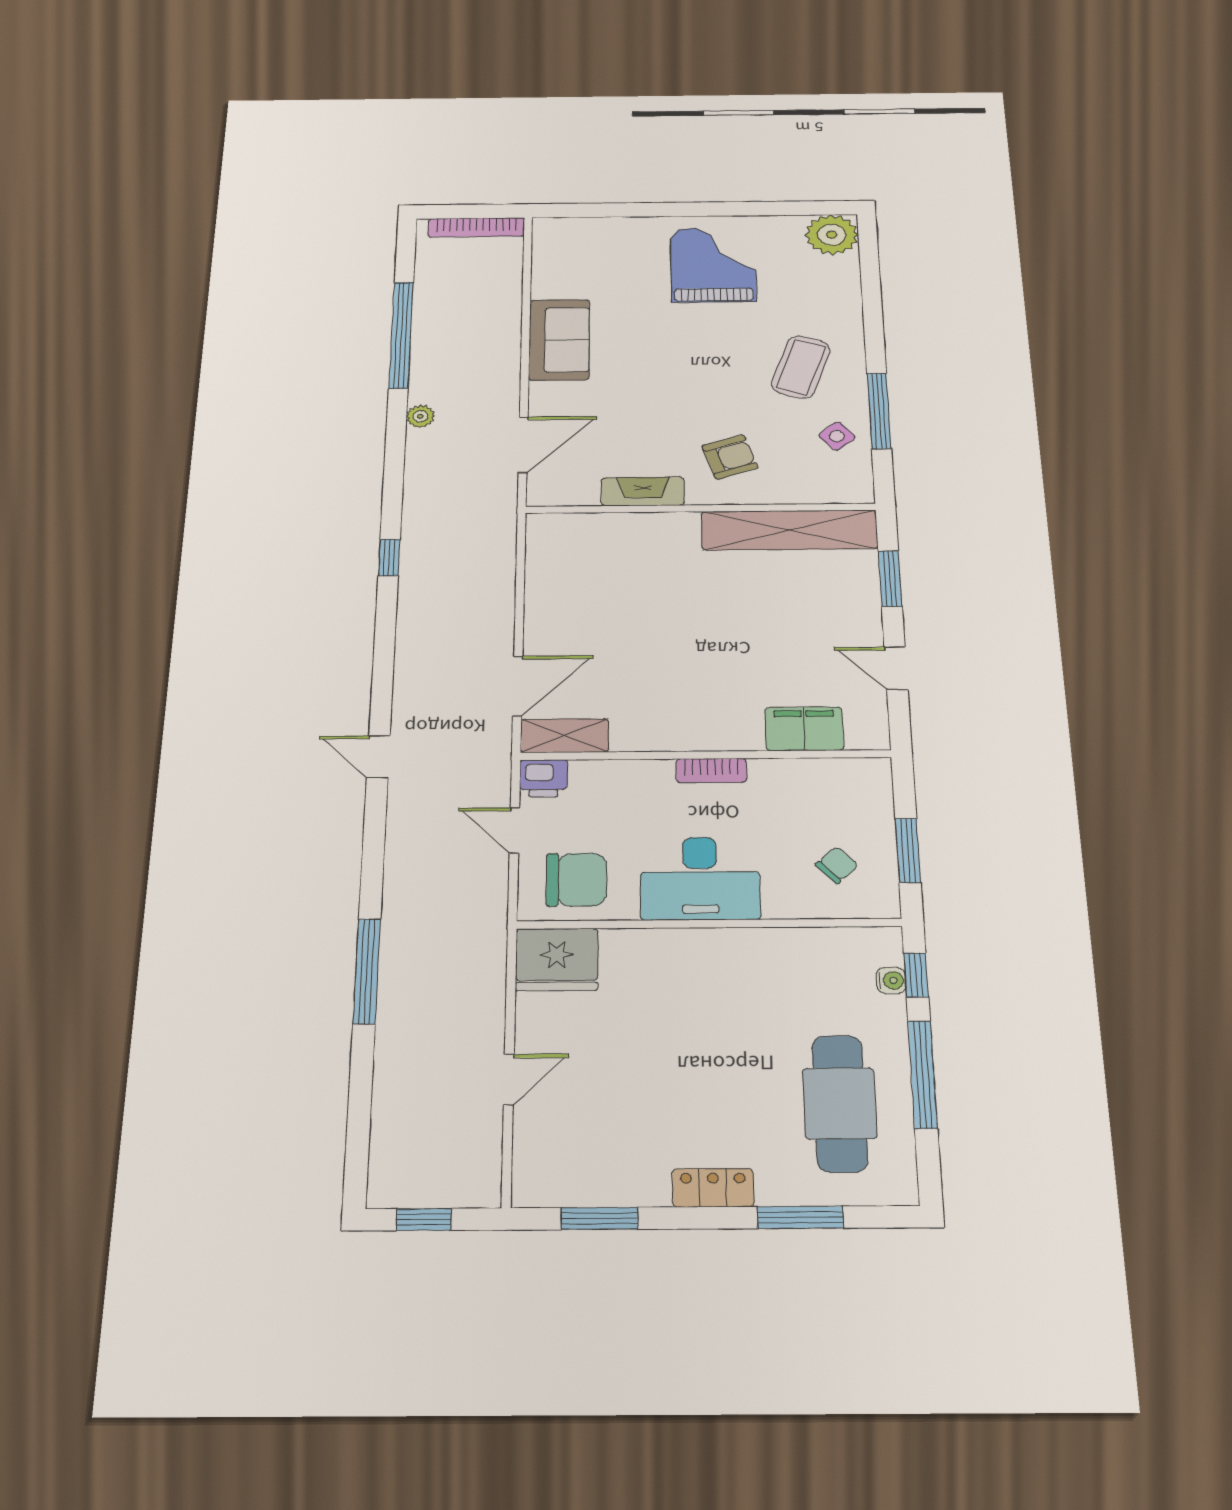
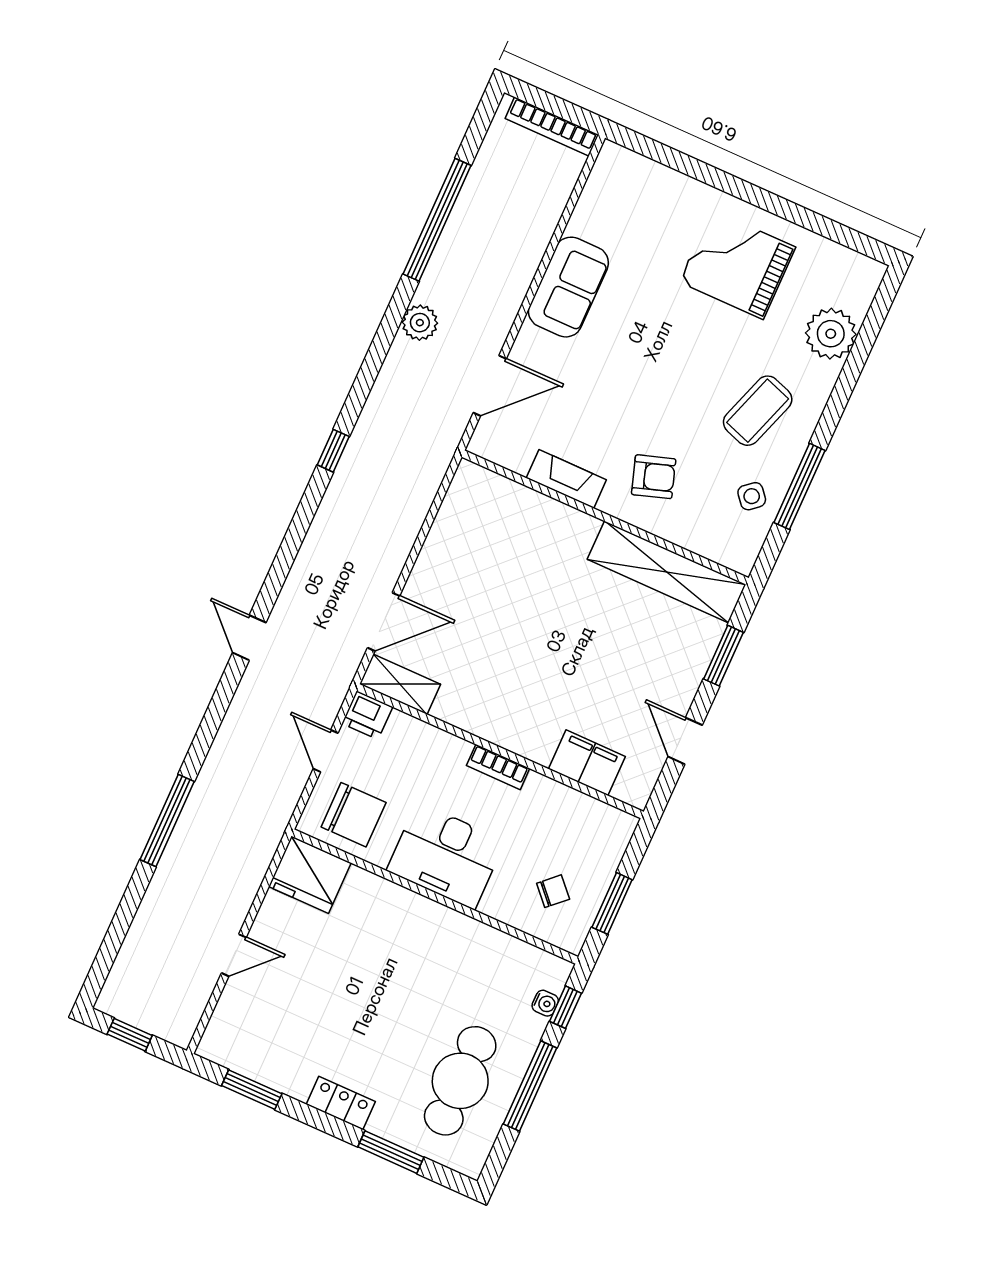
plant: (832, 235) -> (831, 334), moved
grand piano: (713, 265) -> (737, 265), turned -90
plant: (420, 416) -> (420, 323), width x1.38, depth x1.38

